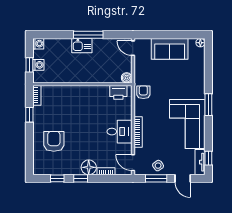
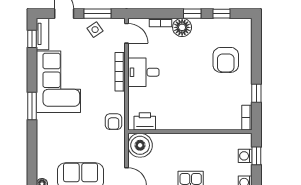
boiler: (127, 78) -> (140, 145), width x1.86, depth x1.86

